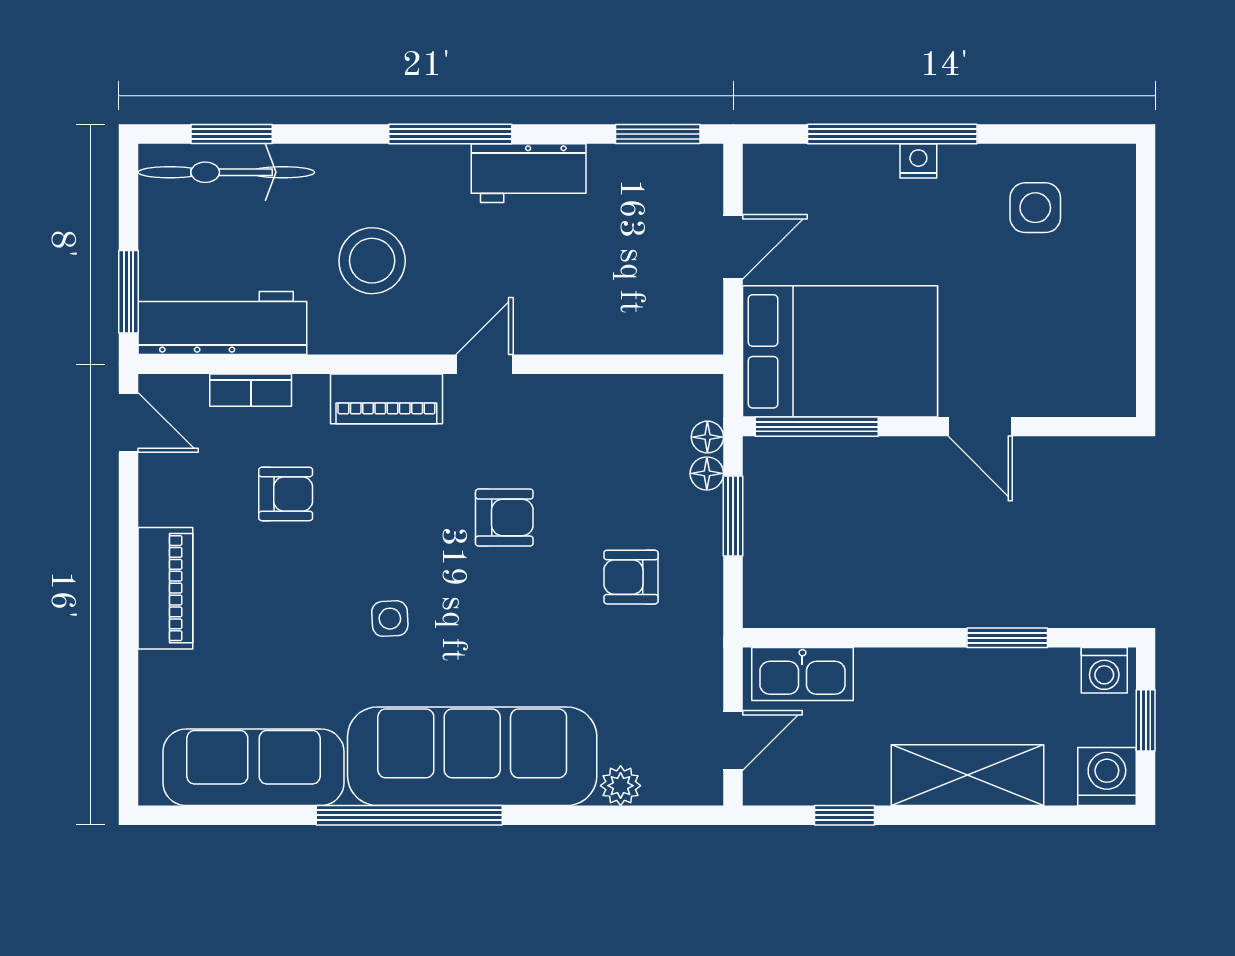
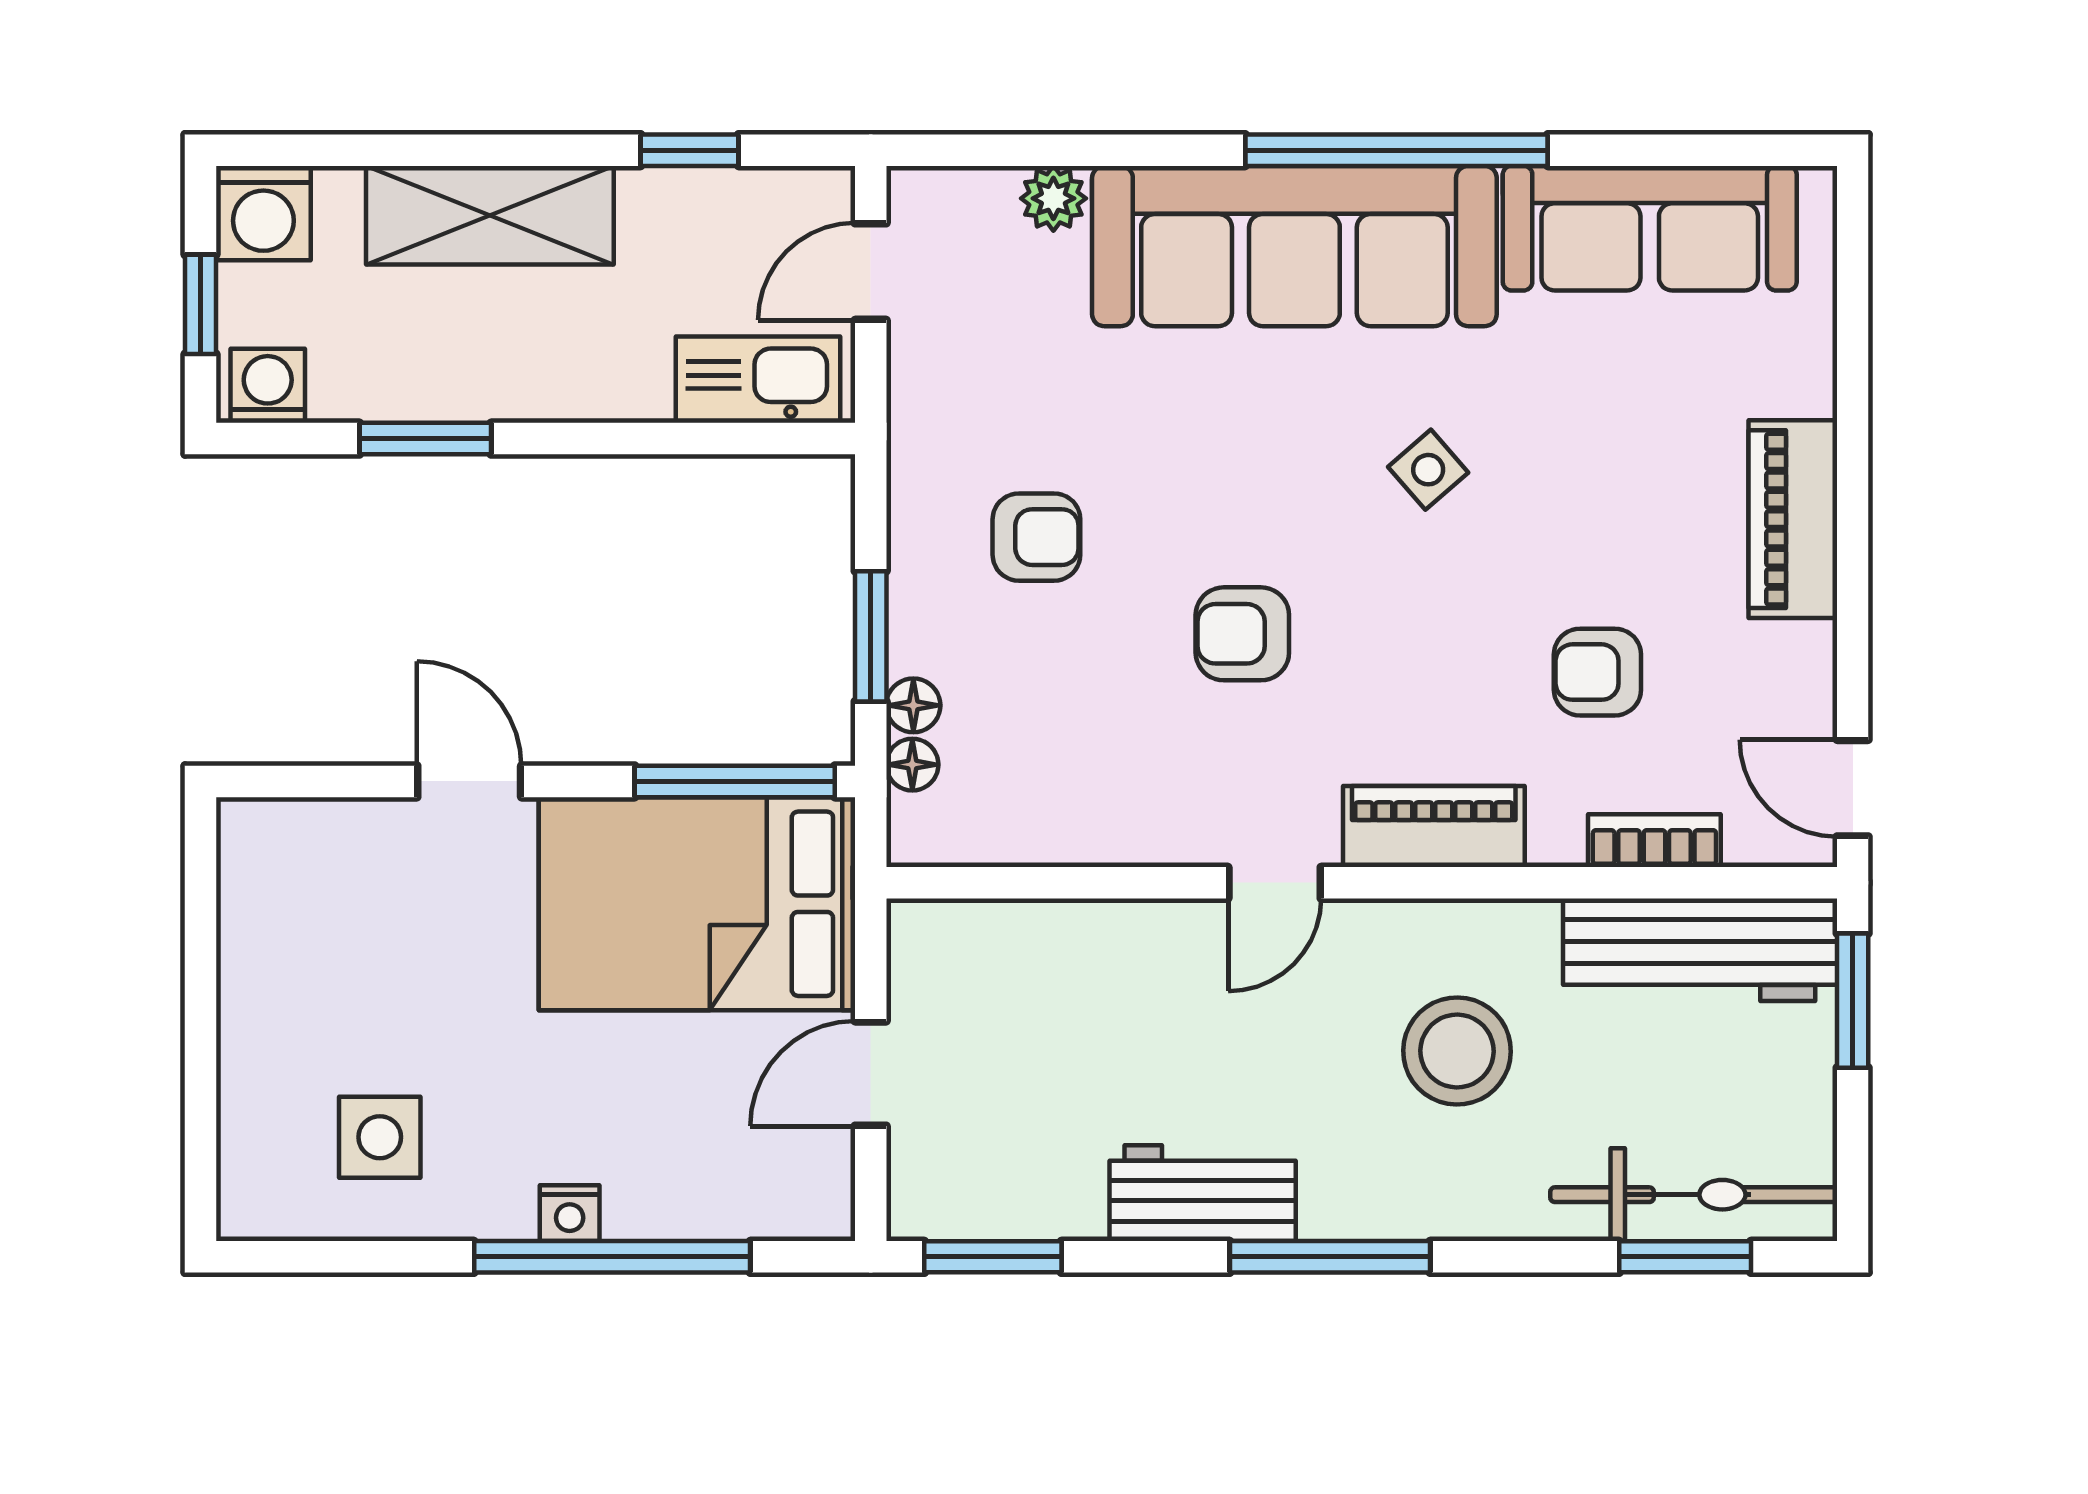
side table: (390, 619) -> (1428, 470), turned -38

